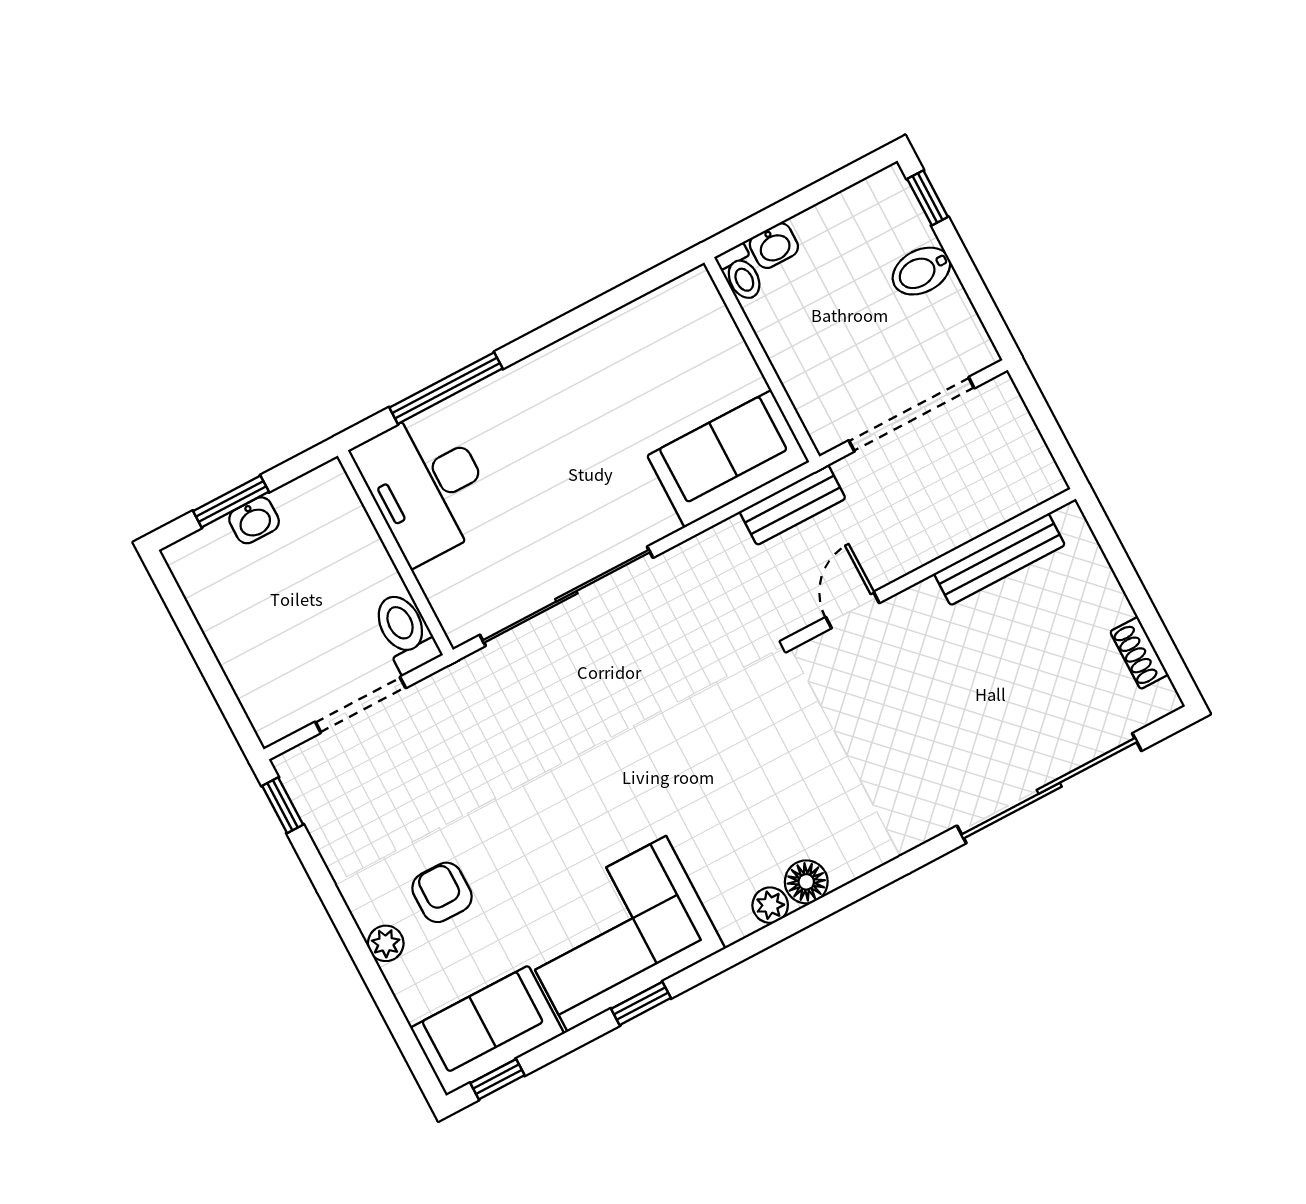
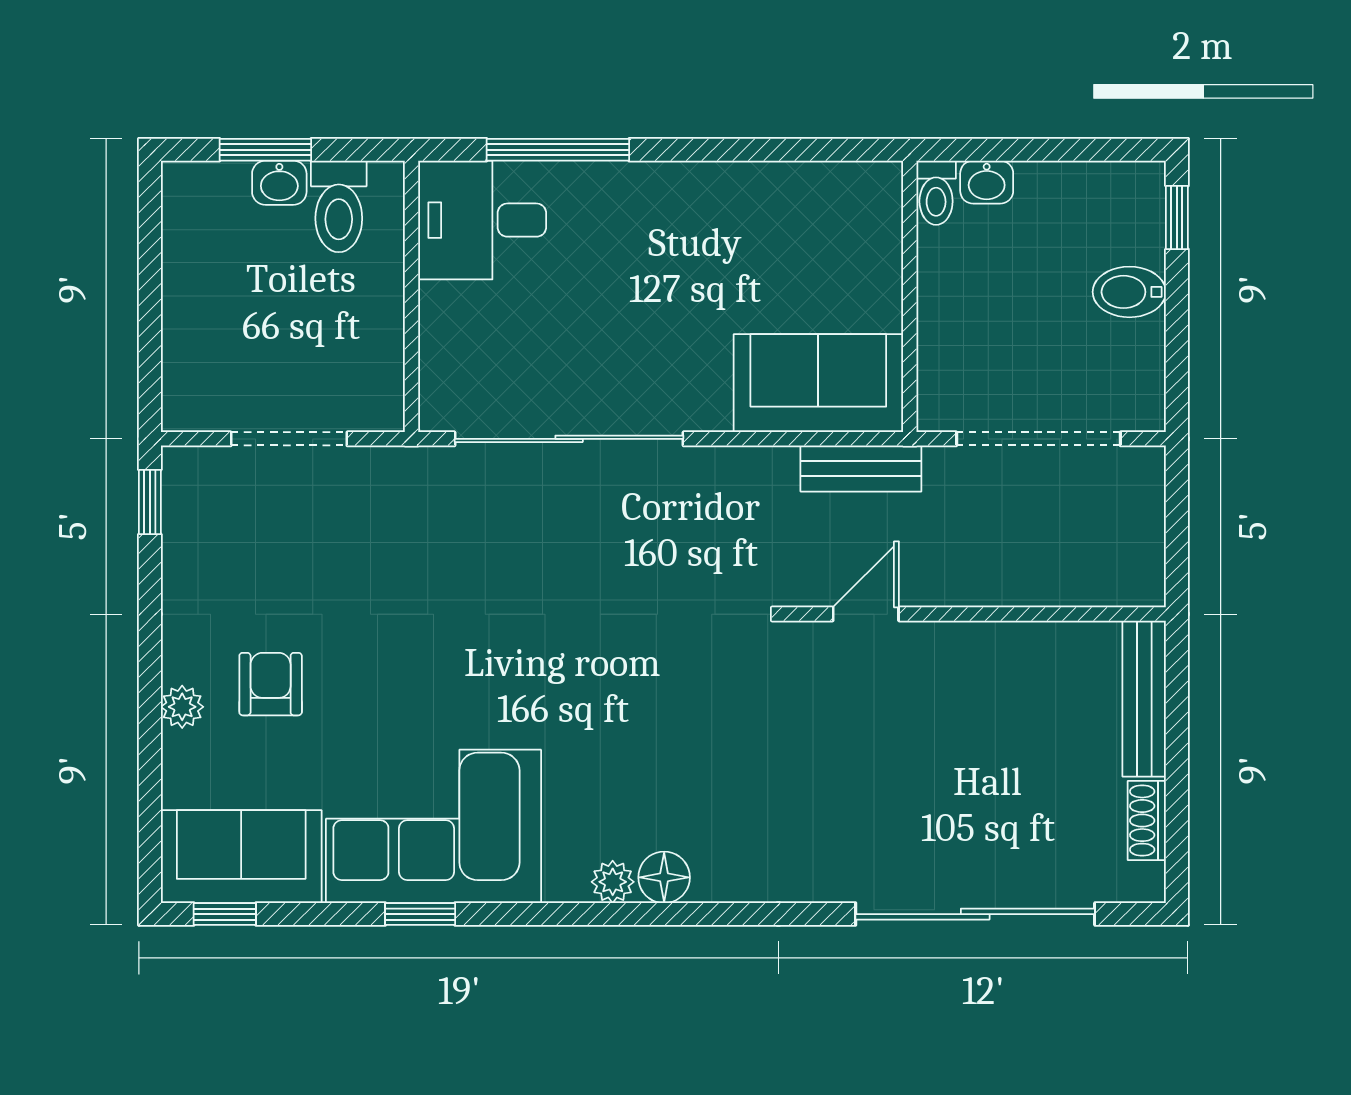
desk: (426, 485) -> (482, 220), width x0.73
bench: (999, 559) -> (1144, 699), moved, turned 90
toilet: (405, 632) -> (339, 206), moved, turned 180

